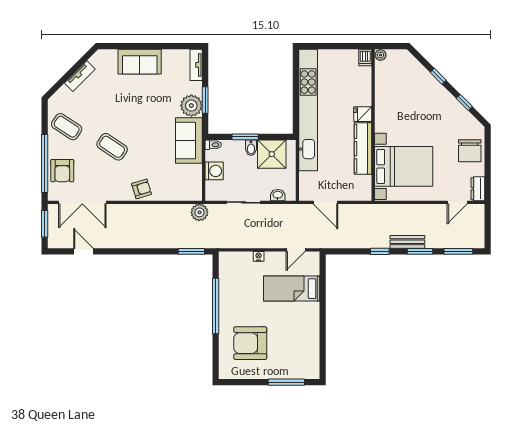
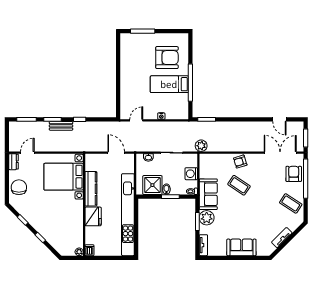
fridge: (363, 114) -> (93, 216), width x1.88, depth x1.34
coffee table: (112, 147) -> (239, 185), moved
bed: (292, 289) -> (169, 84), moved, turned 180

